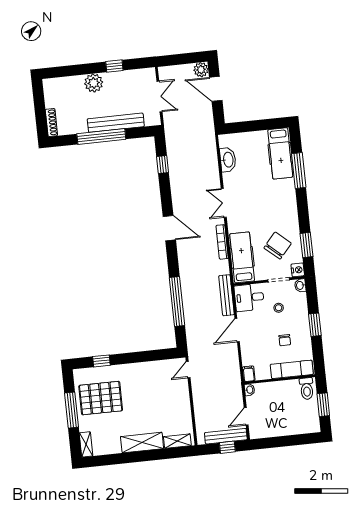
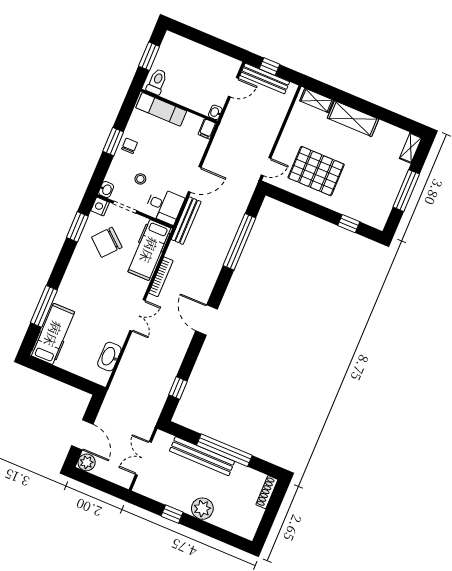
chair: (285, 340) -> (130, 146), moved
pallet: (101, 398) -> (316, 171), moved

